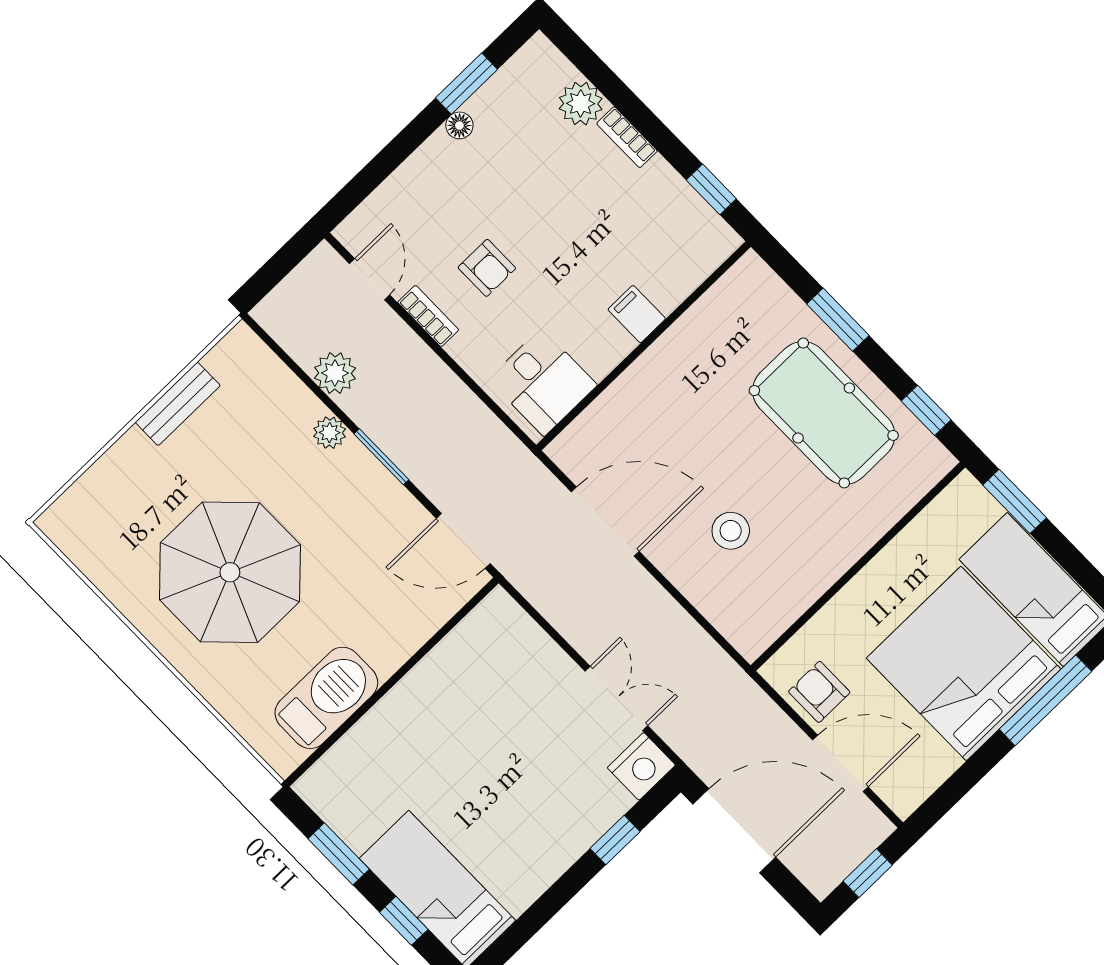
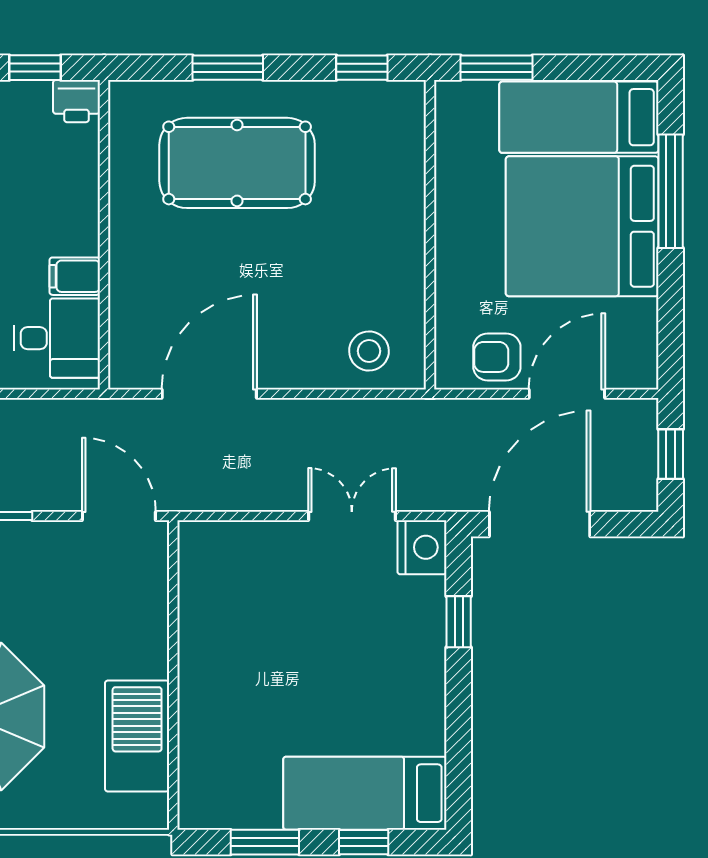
printer: (716, 239) -> (76, 101), added
filing cabinet: (637, 314) -> (75, 276), moved
pool table: (824, 413) -> (237, 163), moved
stool: (731, 531) -> (369, 351), moved
door: (463, 541) -> (119, 516), swing flipped

